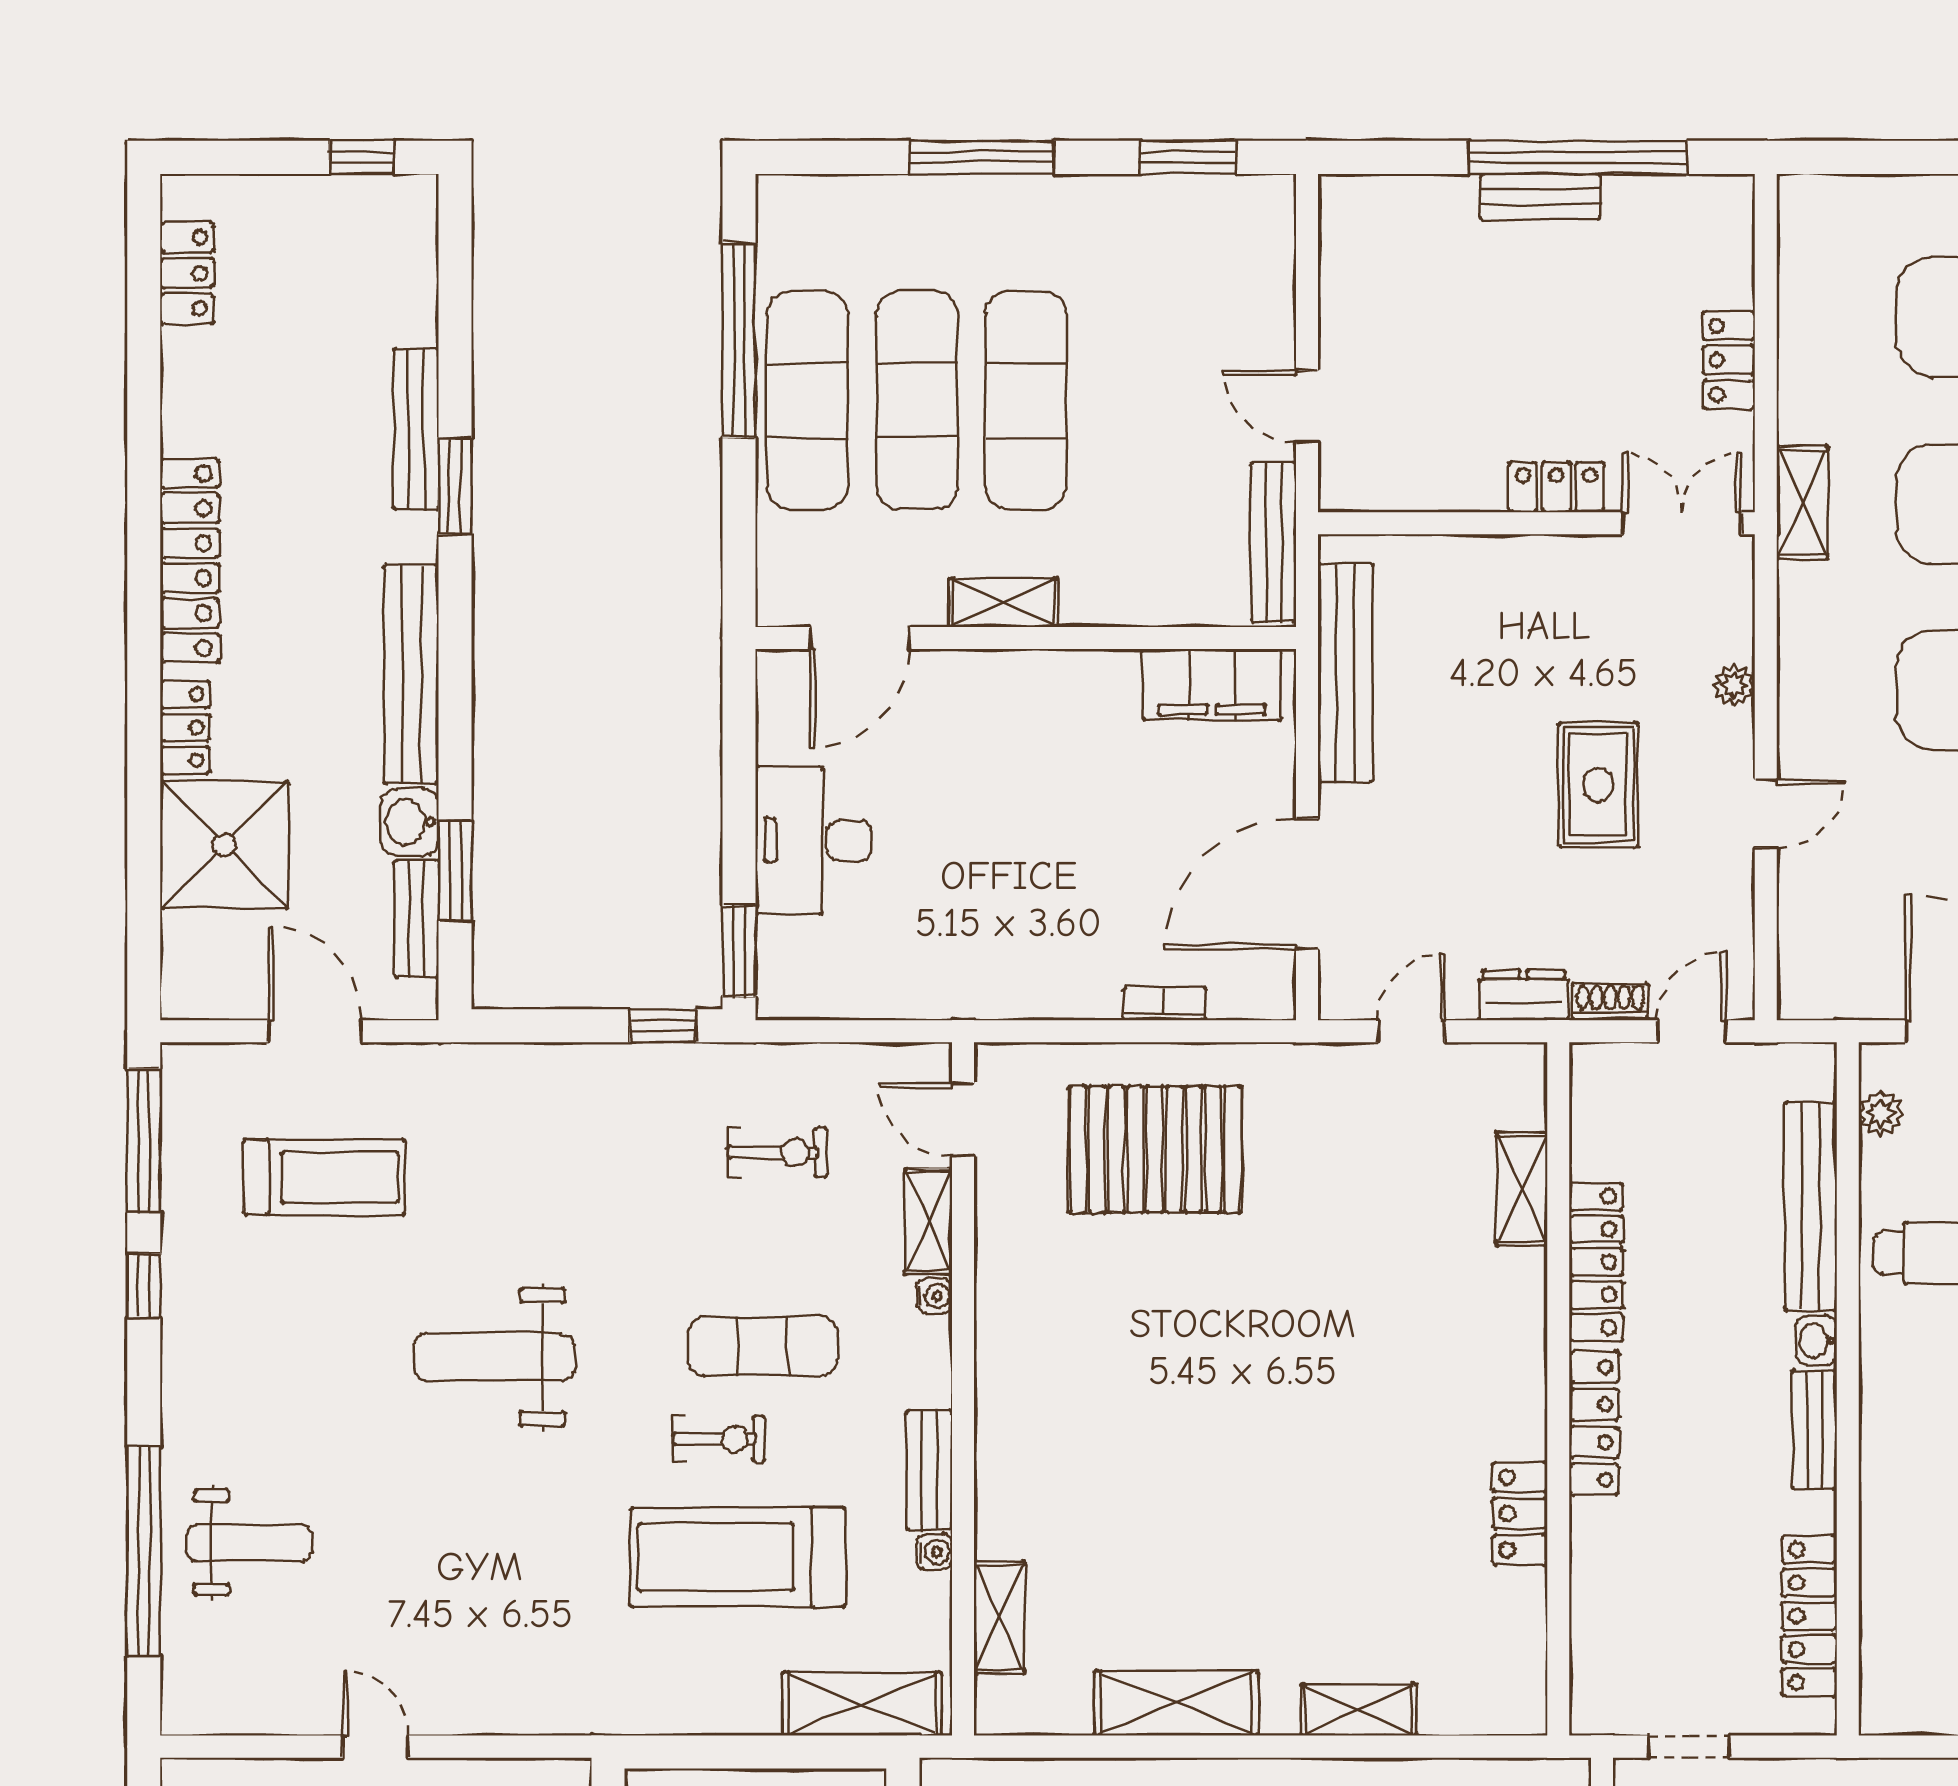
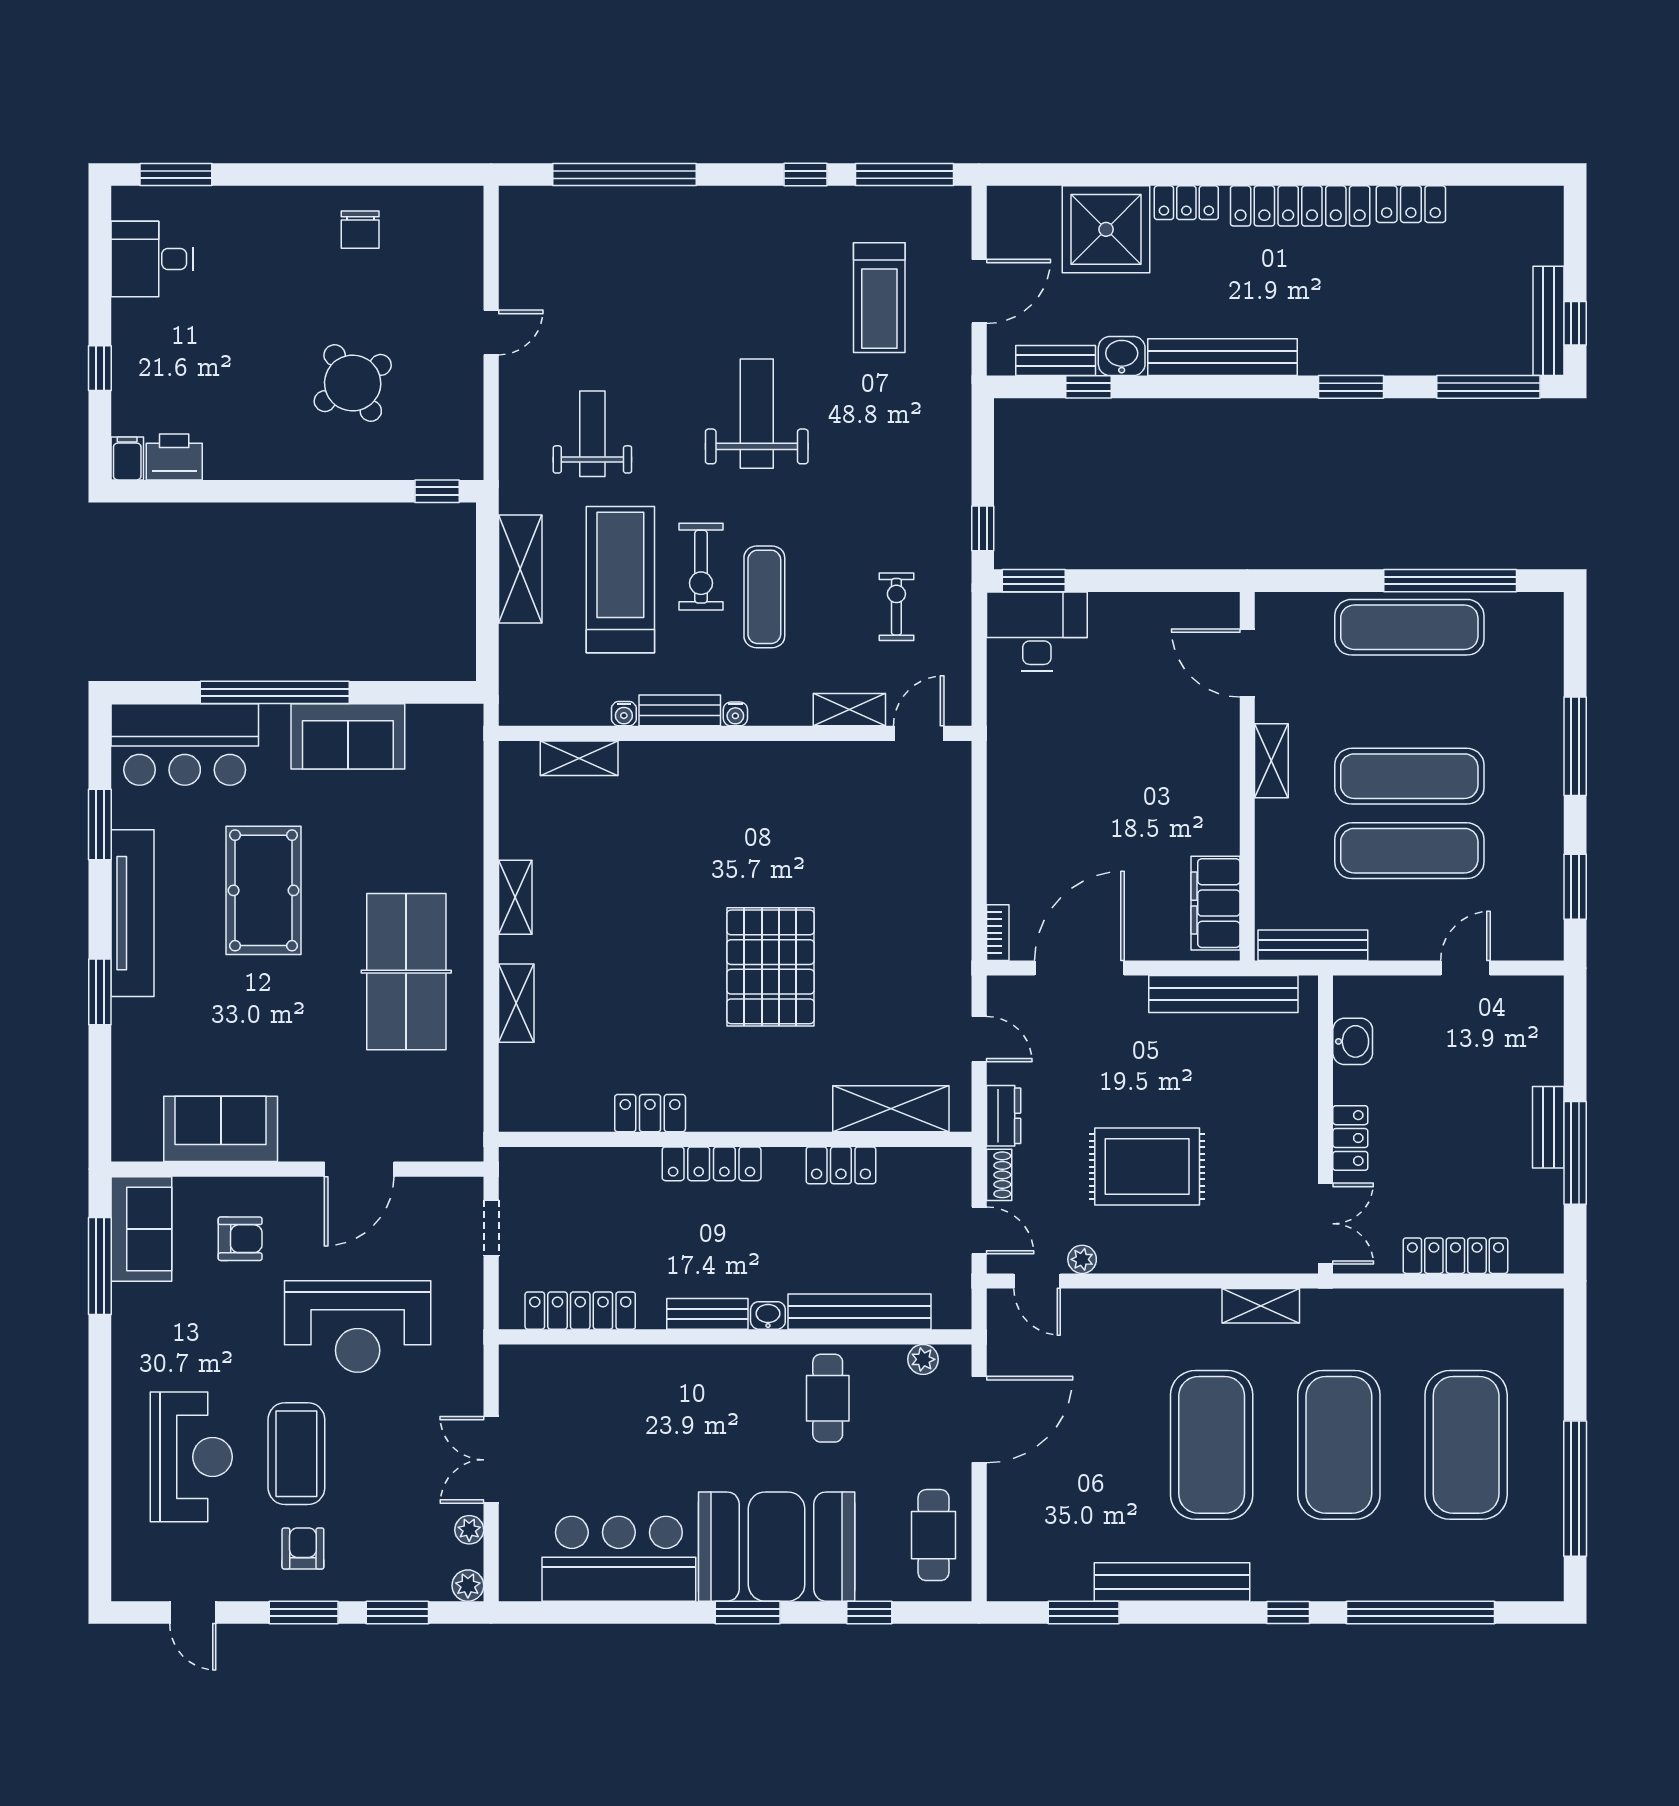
window: (1578, 157) -> (1575, 1153), width x0.68
locker: (187, 273) -> (1411, 204), moved
window: (455, 285) -> (1488, 387), added
locker: (1729, 360) -> (1455, 1256), width x1.53
exercise mat: (917, 400) -> (1409, 851), moved
door: (1307, 407) -> (1466, 968), moved
bench: (416, 429) -> (1549, 321), moved, turned 90
washbasin: (1415, 483) -> (1353, 1041), added
shelving: (1802, 503) -> (1261, 1306), moved
plant: (1734, 686) -> (1082, 1259), moved
rug: (1598, 785) -> (1147, 1167), width x1.36, depth x1.43
door: (1766, 814) -> (1037, 1281), moved
desk: (813, 840) -> (1037, 631), moved
window: (455, 871) -> (1089, 387), width x0.67
door: (1307, 884) -> (1079, 968), hinge flipped
bookcase: (1164, 1004) -> (998, 933), moved
pallet: (1155, 1149) -> (770, 967), moved
exercise bike: (777, 1152) -> (896, 607), turned 180
shelving: (1522, 1189) -> (891, 1109), width x1.50, depth x1.33
locker: (1596, 1262) -> (841, 1165), width x0.66
water cooler: (935, 1296) -> (735, 714), moved
exercise bike: (719, 1439) -> (701, 567), width x1.38, depth x1.39
weight bench: (249, 1543) -> (592, 434), moved, turned 180
shelving: (1176, 1703) -> (515, 897), width x0.67, depth x0.75
shelving: (862, 1704) -> (520, 569), moved

